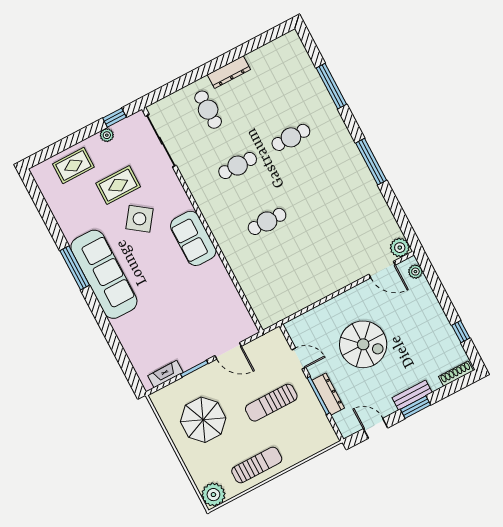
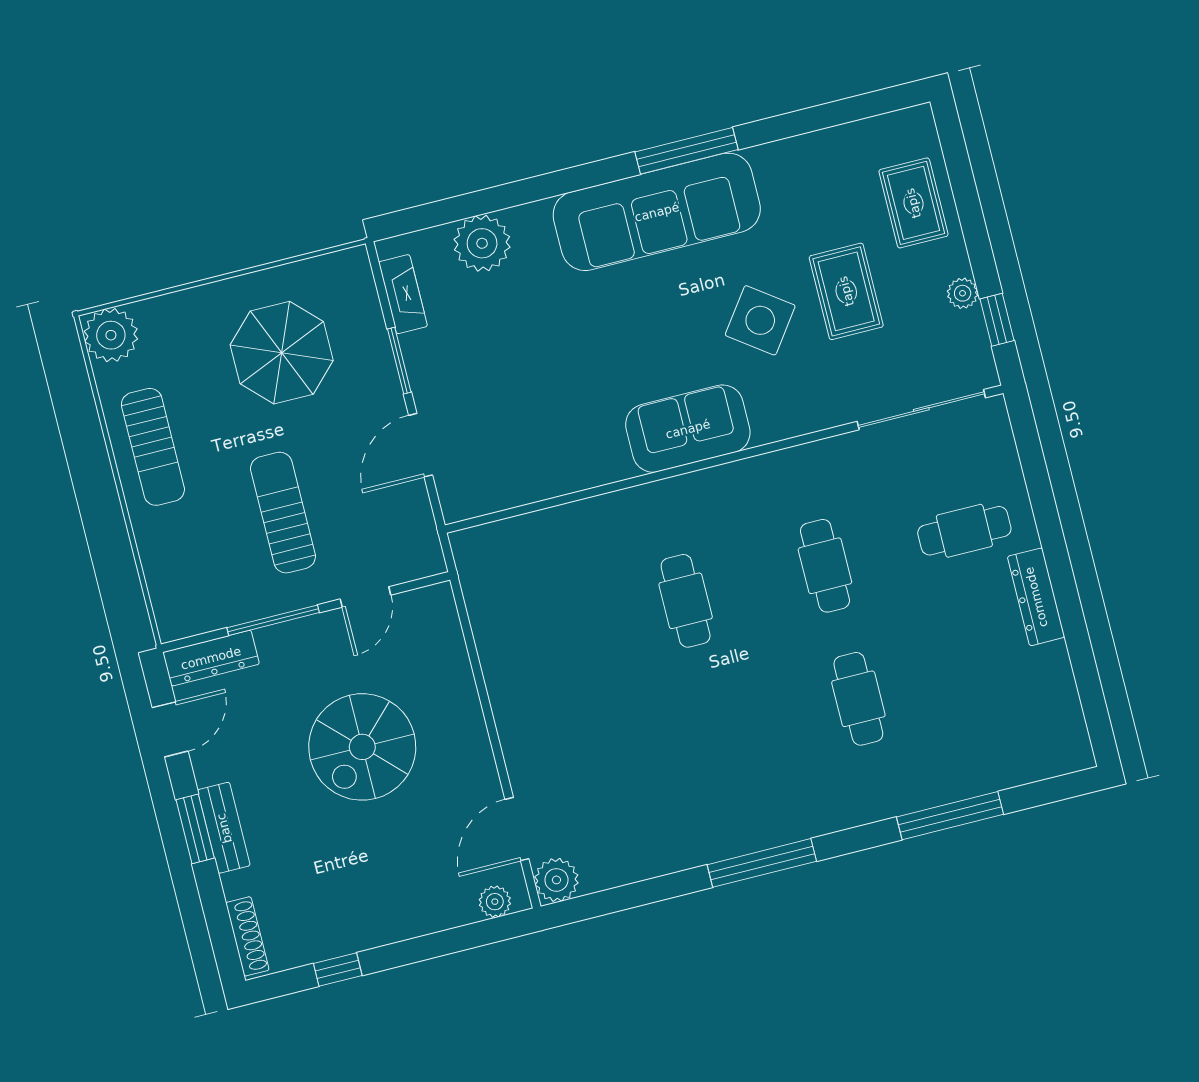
plant: (136, 346) -> (482, 243), added
dresser: (328, 394) -> (211, 658), moved

